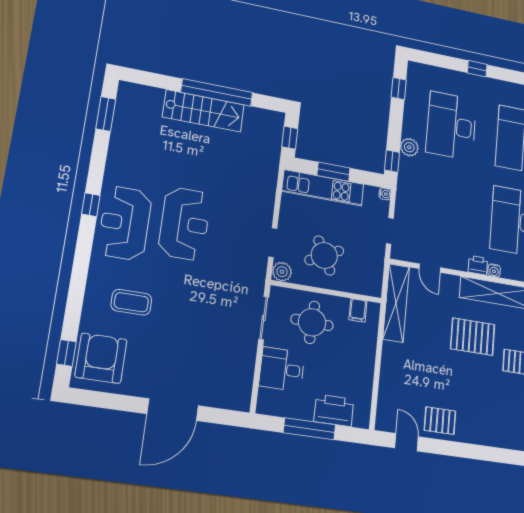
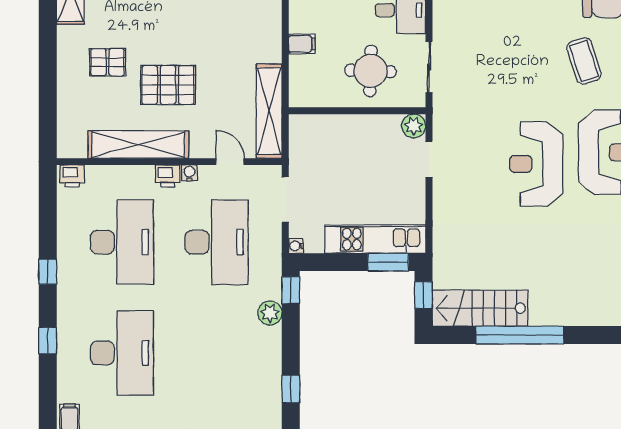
stairs: (203, 111) -> (480, 308), moved
desk: (451, 126) -> (217, 242), moved
window: (334, 172) -> (388, 262), moved
doorway: (390, 231) -> (285, 200), width x1.38
round table: (324, 255) -> (364, 155), removed
water cooler: (494, 270) -> (189, 173), moved
coffee table: (131, 302) -> (584, 61), turned 72
filing cabinet: (358, 310) -> (302, 44), moved, turned 90

